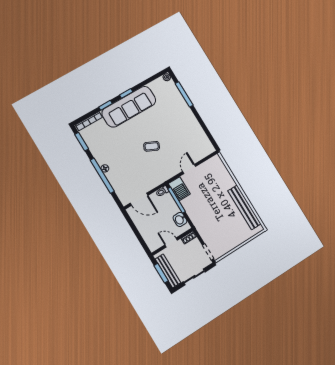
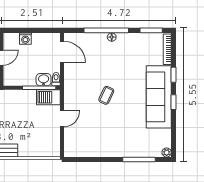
door: (189, 169) -> (62, 119), hinge flipped
door: (139, 199) -> (62, 52), swing flipped
washbasin: (180, 219) -> (44, 80), moved
washing machine: (146, 233) -> (25, 39), added

